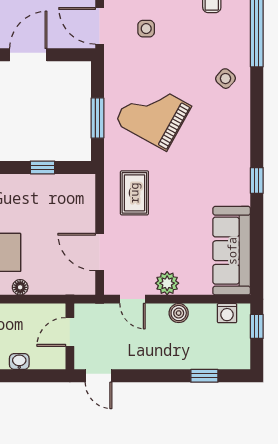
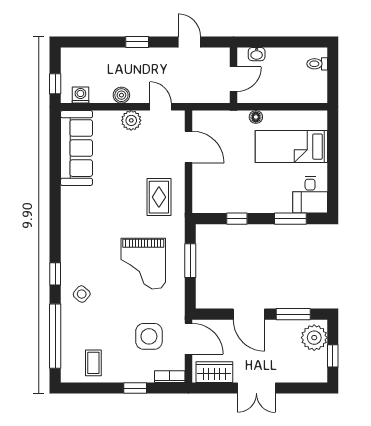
side table: (146, 29) -> (149, 336), width x1.87, depth x1.87
door: (28, 55) -> (249, 314), hinge flipped
grand piano: (153, 114) -> (143, 264), turned 61
window: (257, 180) -> (55, 274), moved
door: (70, 332) -> (234, 79), moved
wall: (70, 336) -> (234, 75), moved
window: (204, 376) -> (137, 42), moved

